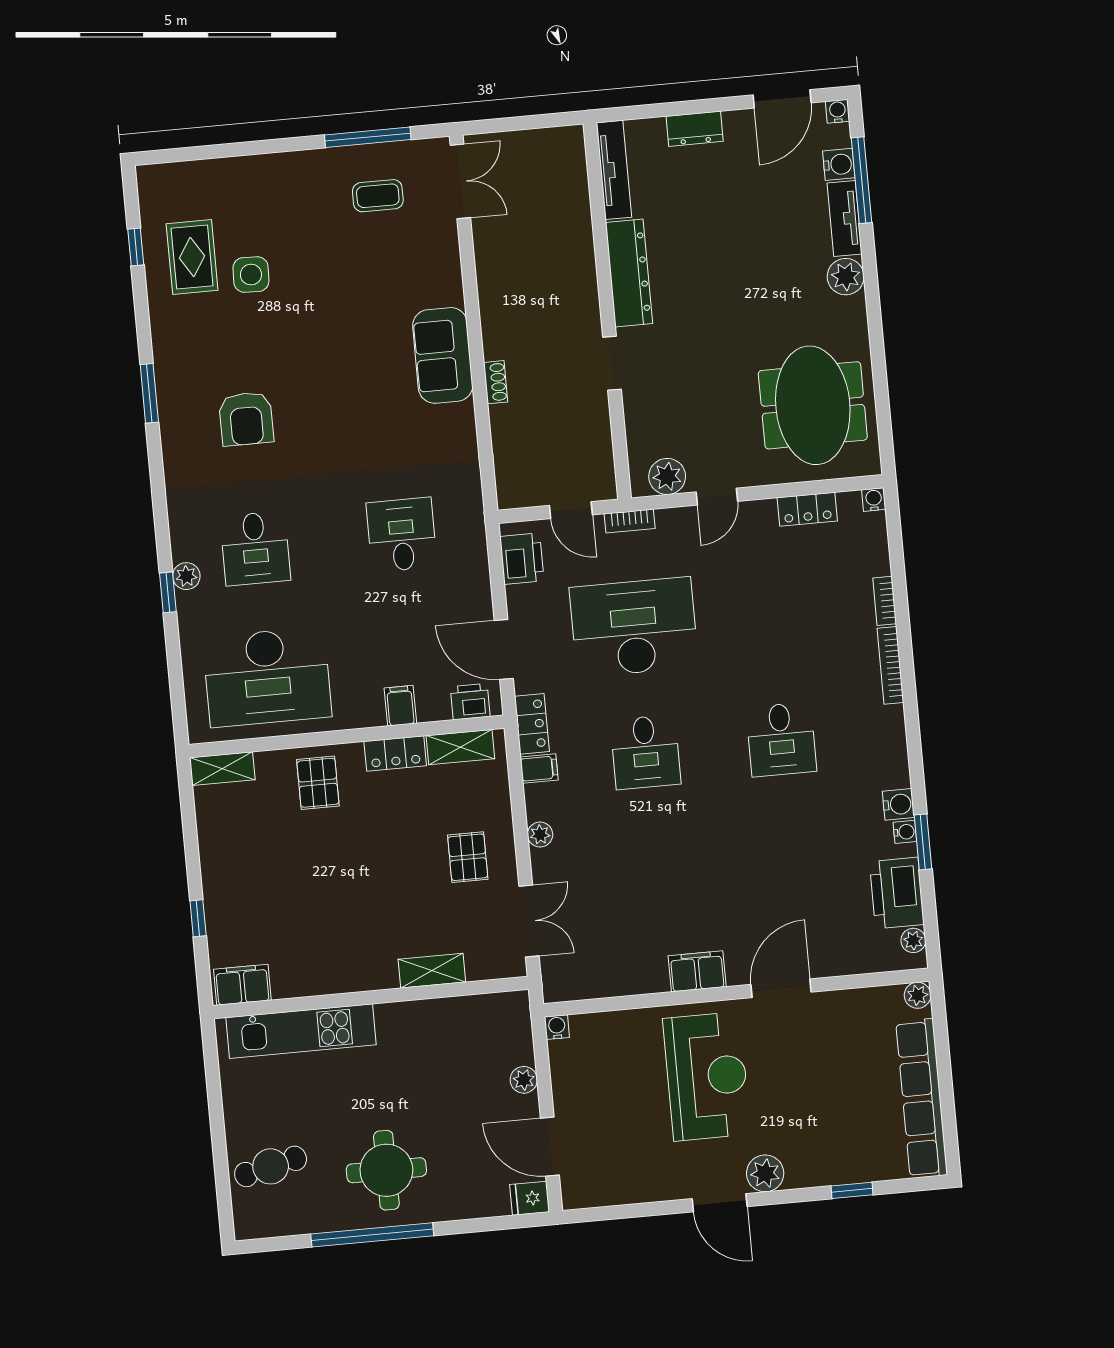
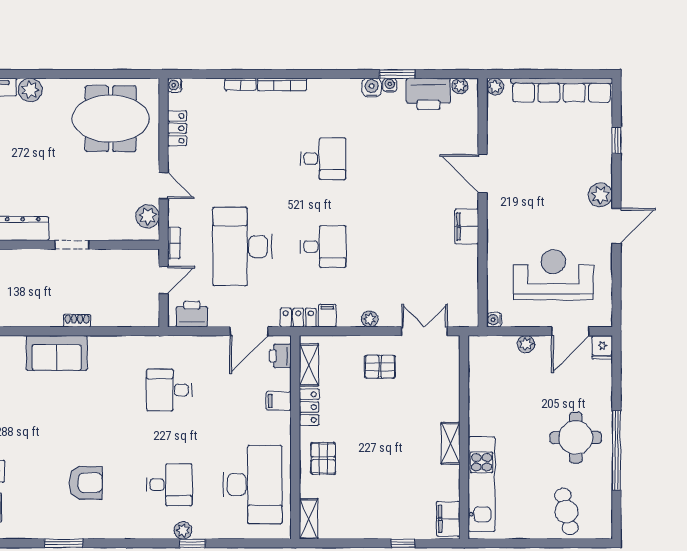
pallet: (318, 783) -> (323, 458), turned 90
shelving: (432, 971) -> (451, 443), moved
reception desk: (707, 1076) -> (553, 275), moved

